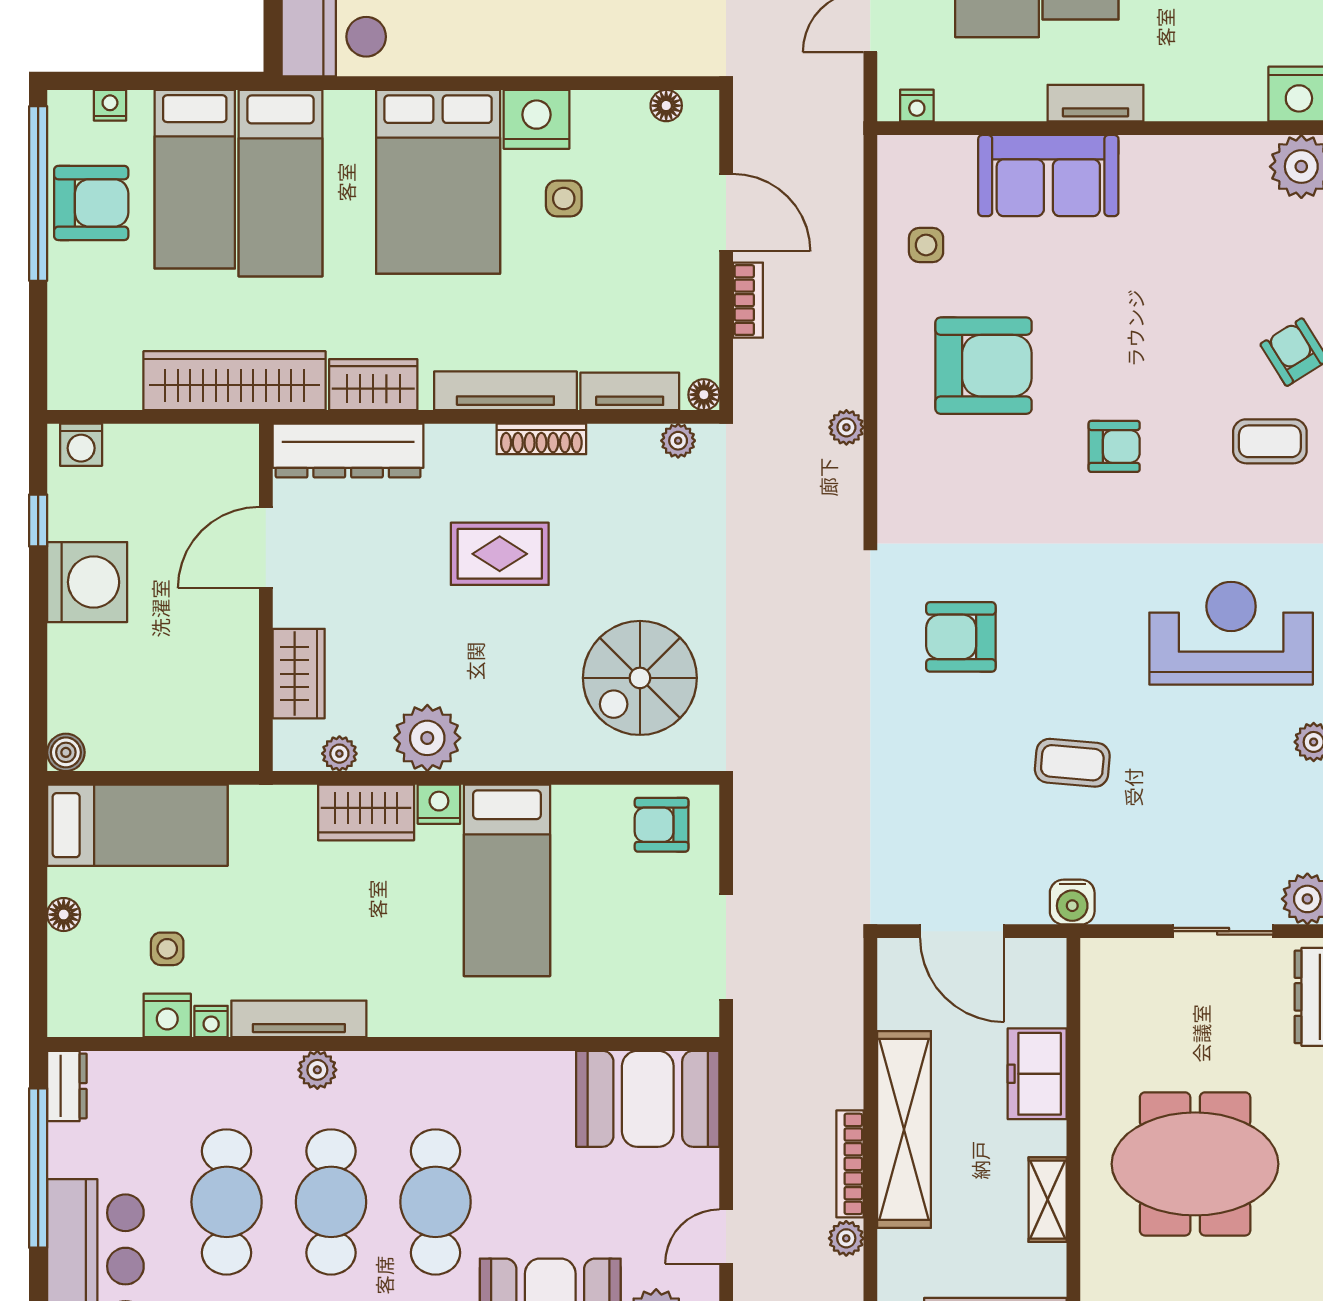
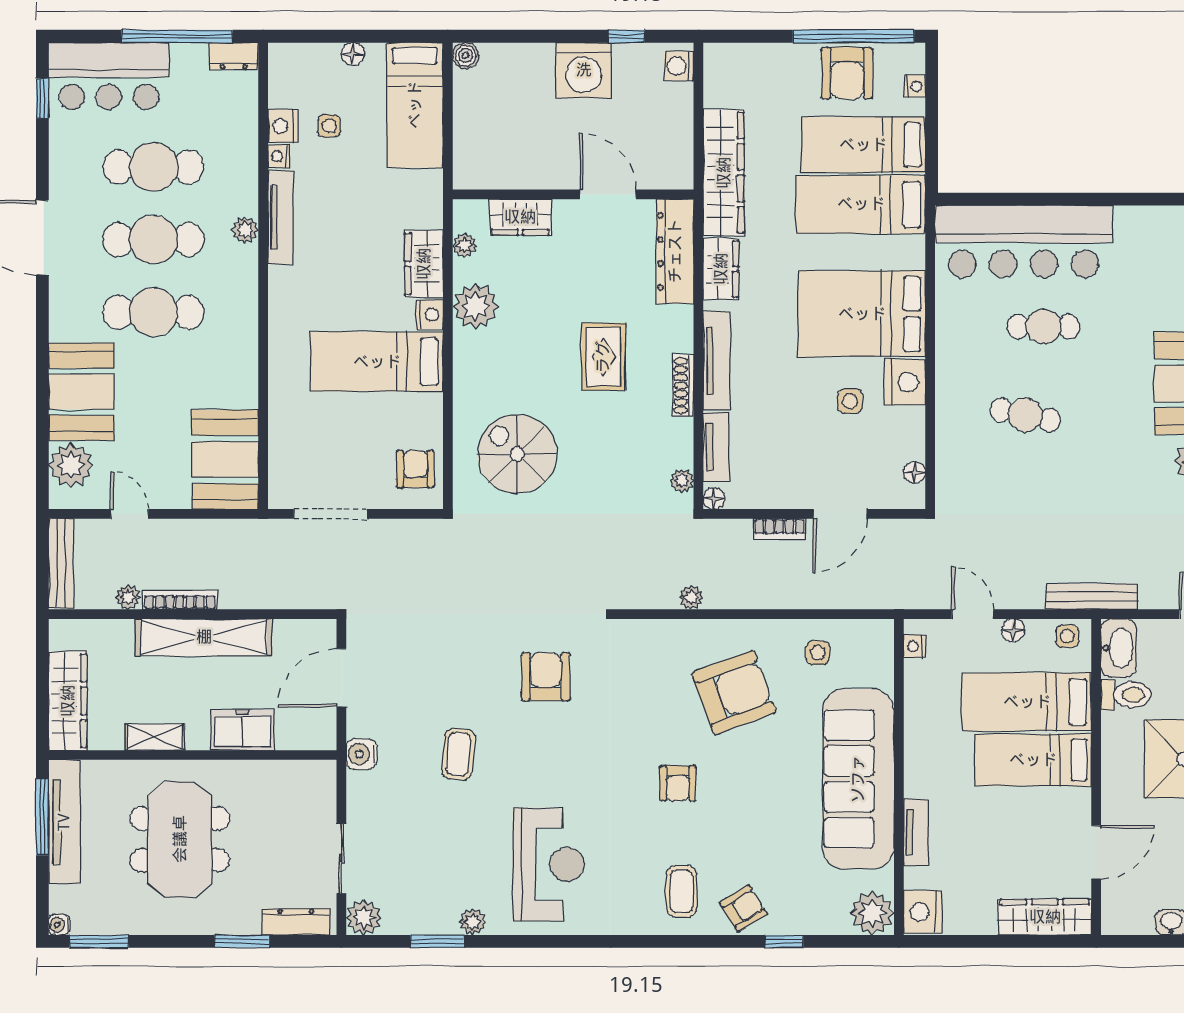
tv unit: (1096, 103) -> (916, 832), moved
sofa: (1048, 176) -> (858, 779), width x1.85, depth x1.27
armchair: (983, 366) -> (734, 693), turned -110

